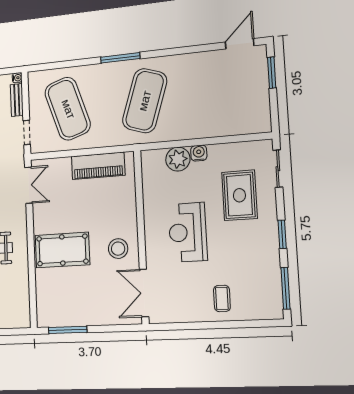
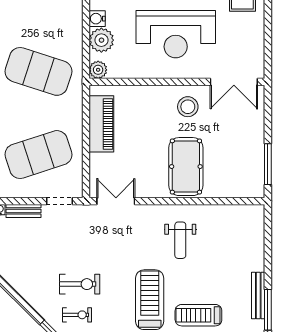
plant: (149, 158) -> (98, 70), added
reception desk: (188, 232) -> (176, 34), width x1.36, depth x1.30

